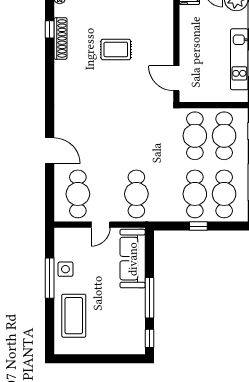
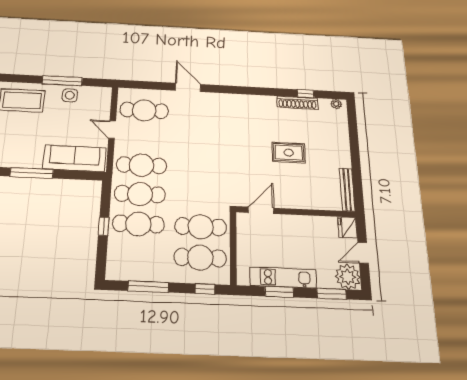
rug: (116, 49) -> (289, 153), turned 90
door: (50, 151) -> (188, 87), swing flipped
cafe table: (224, 194) -> (140, 194), moved

